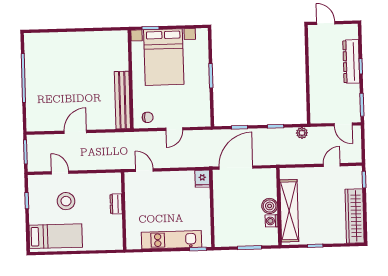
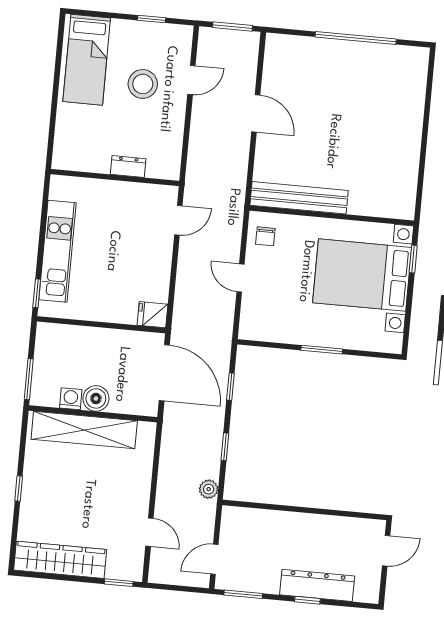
boiler: (270, 206) -> (96, 398), moved
wall: (279, 207) -> (93, 414), moved
shelving: (289, 211) -> (84, 430), moved
washing machine: (272, 221) -> (71, 399), moved

